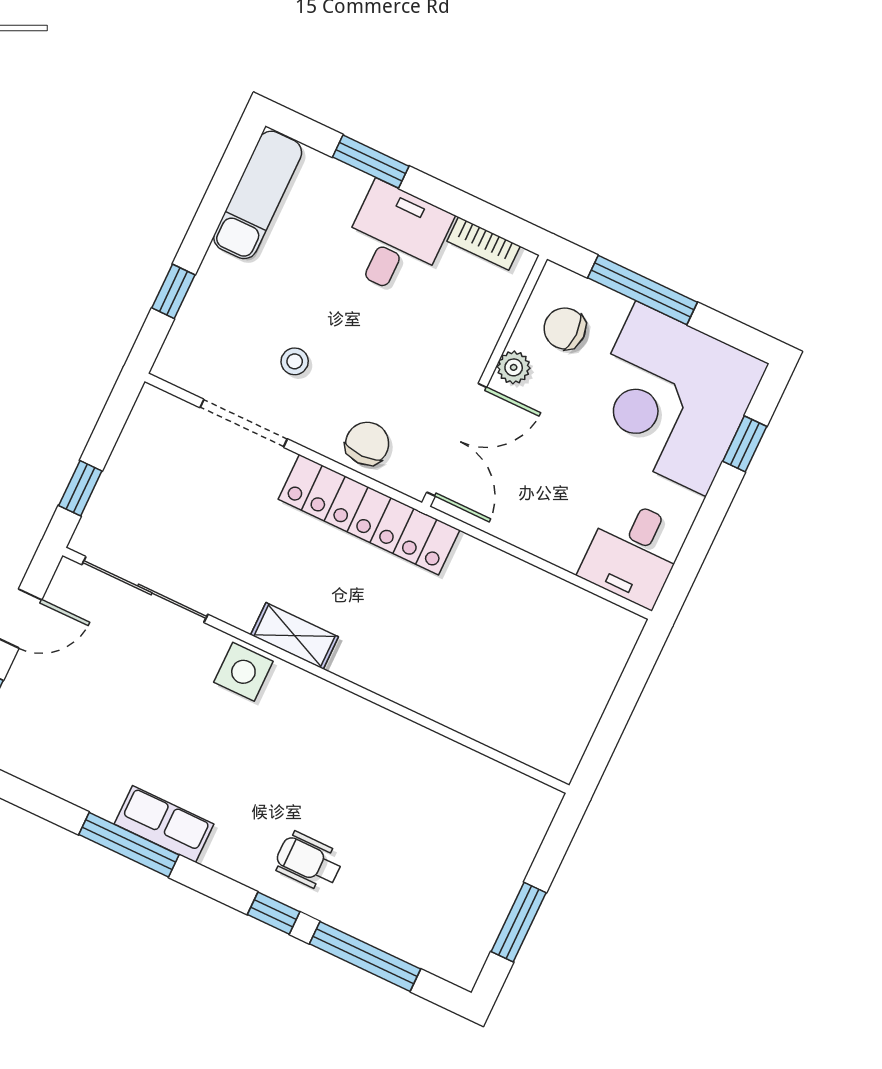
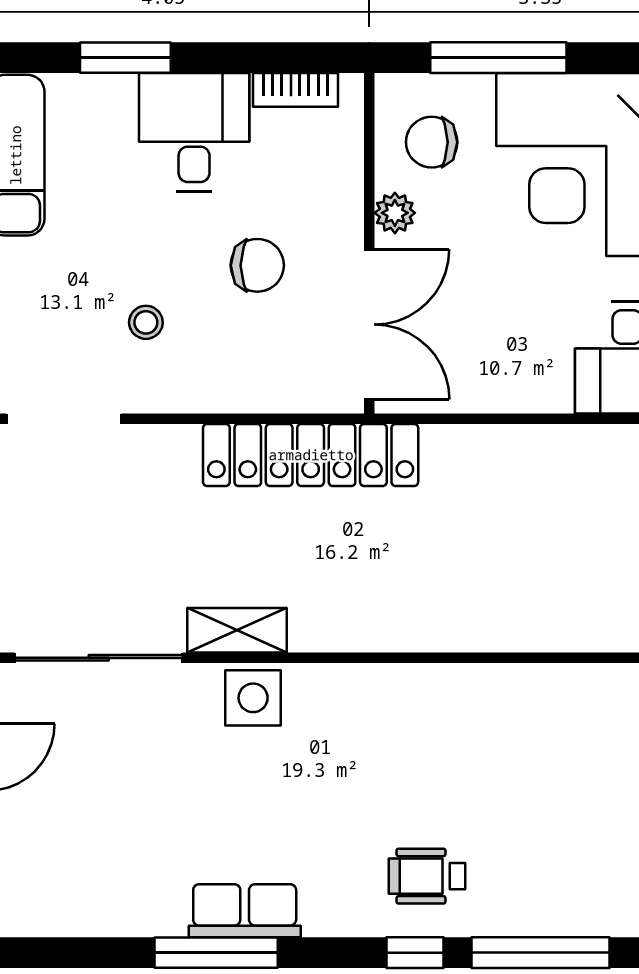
doorway: (244, 423) -> (64, 419), moved
chair: (367, 444) -> (257, 265), moved, turned 90
shelving: (295, 636) -> (237, 630), moved

